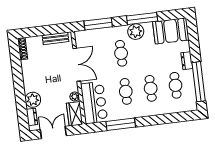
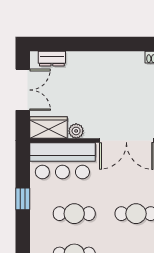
plant: (33, 100) -> (79, 63), removed
window: (121, 124) -> (23, 199), width x0.46

